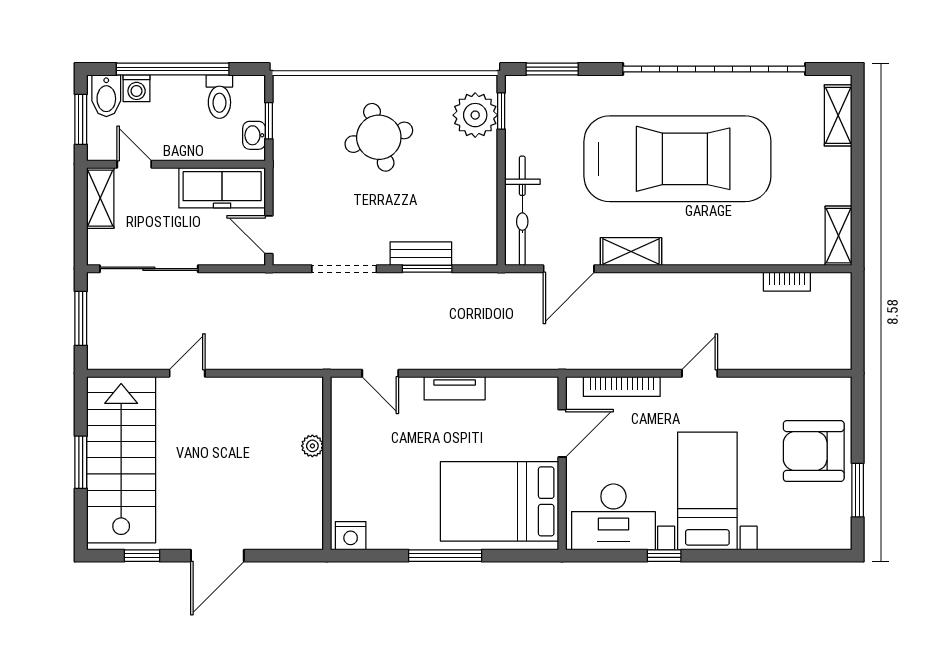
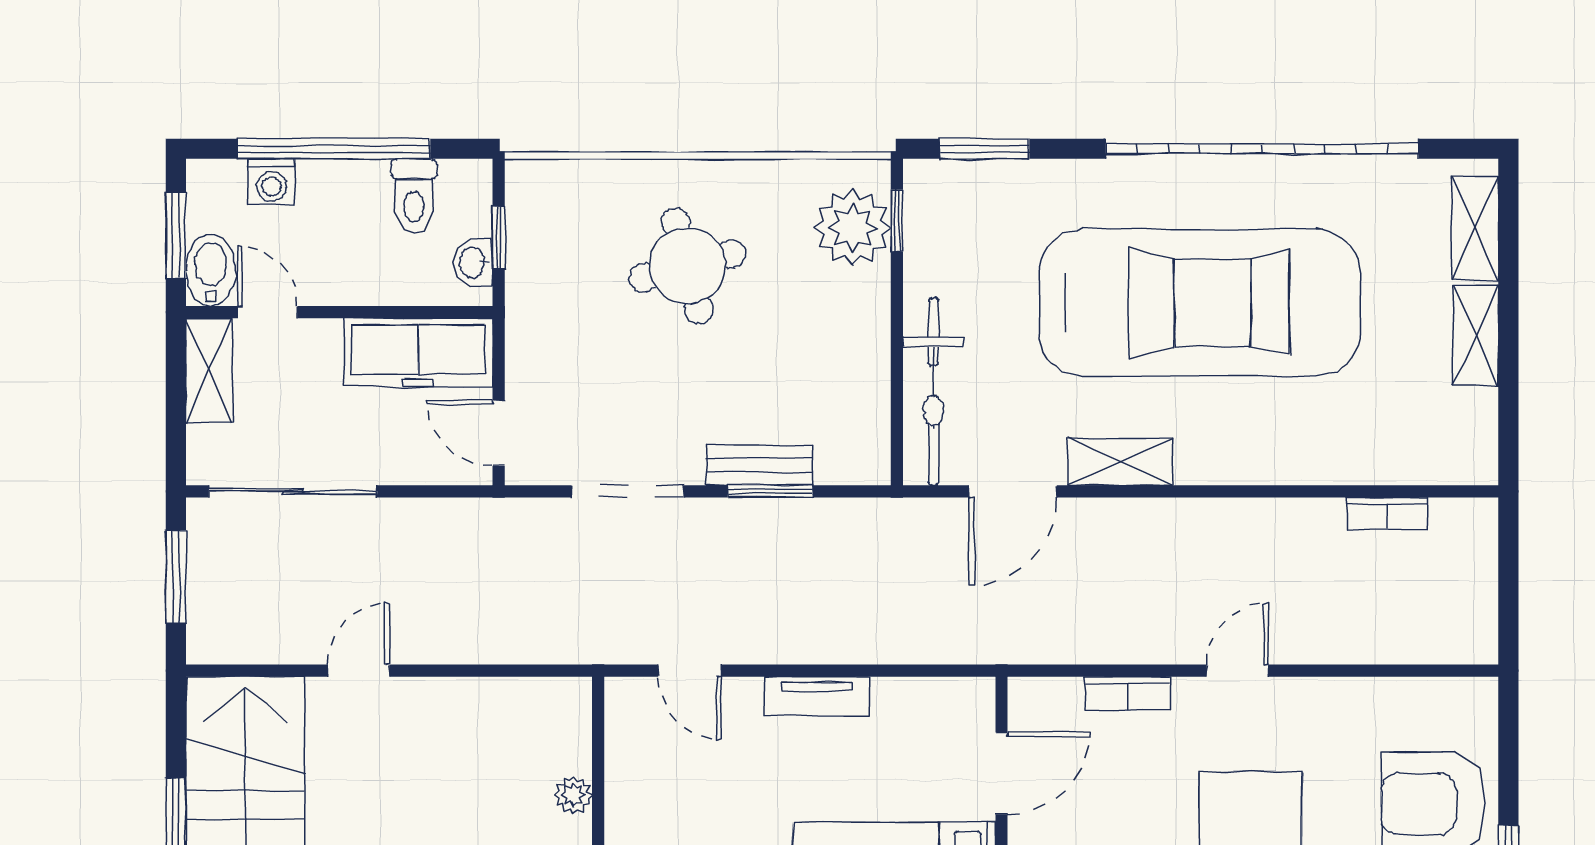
bidet: (106, 96) -> (211, 270), moved, turned 180
shelving: (838, 236) -> (1476, 335), moved
bookcase: (622, 387) -> (1128, 693), width x0.64

